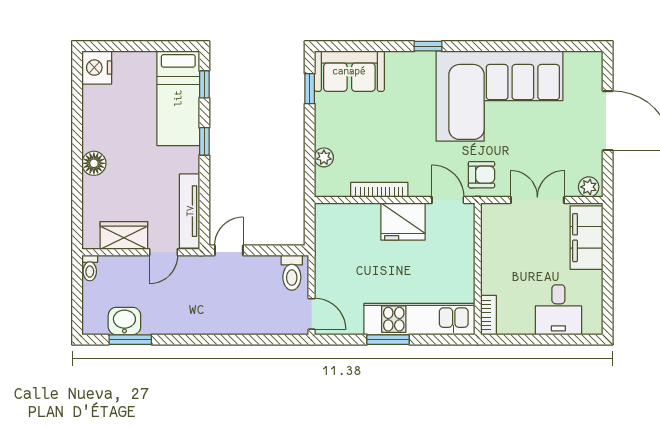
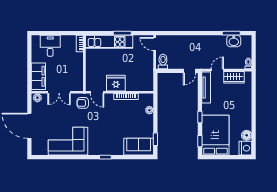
corner sofa: (499, 96) -> (68, 141), width x0.73, depth x0.74
bed: (178, 98) -> (215, 135), width x1.50
floor lamp: (94, 163) -> (247, 135), moved

